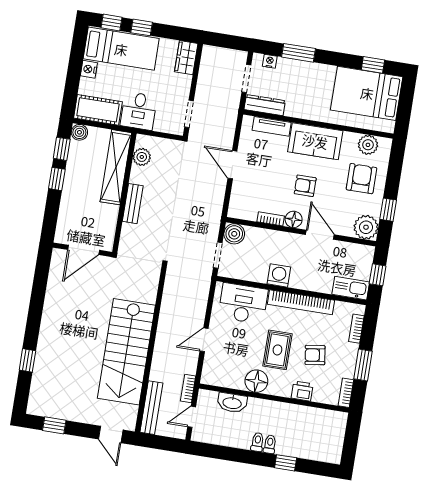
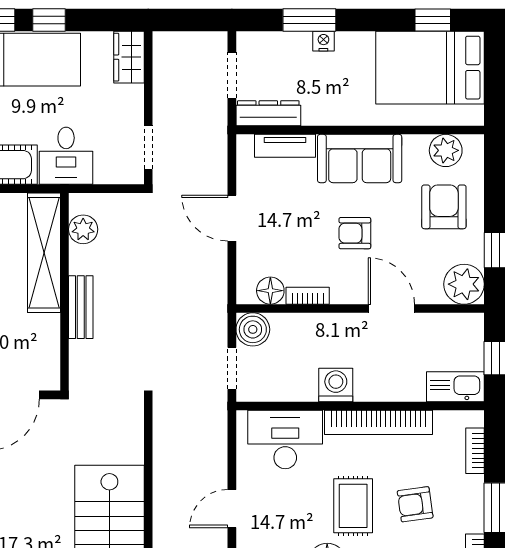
nightstand: (270, 61) -> (323, 41), moved
floor lamp: (294, 219) -> (270, 291), moved

